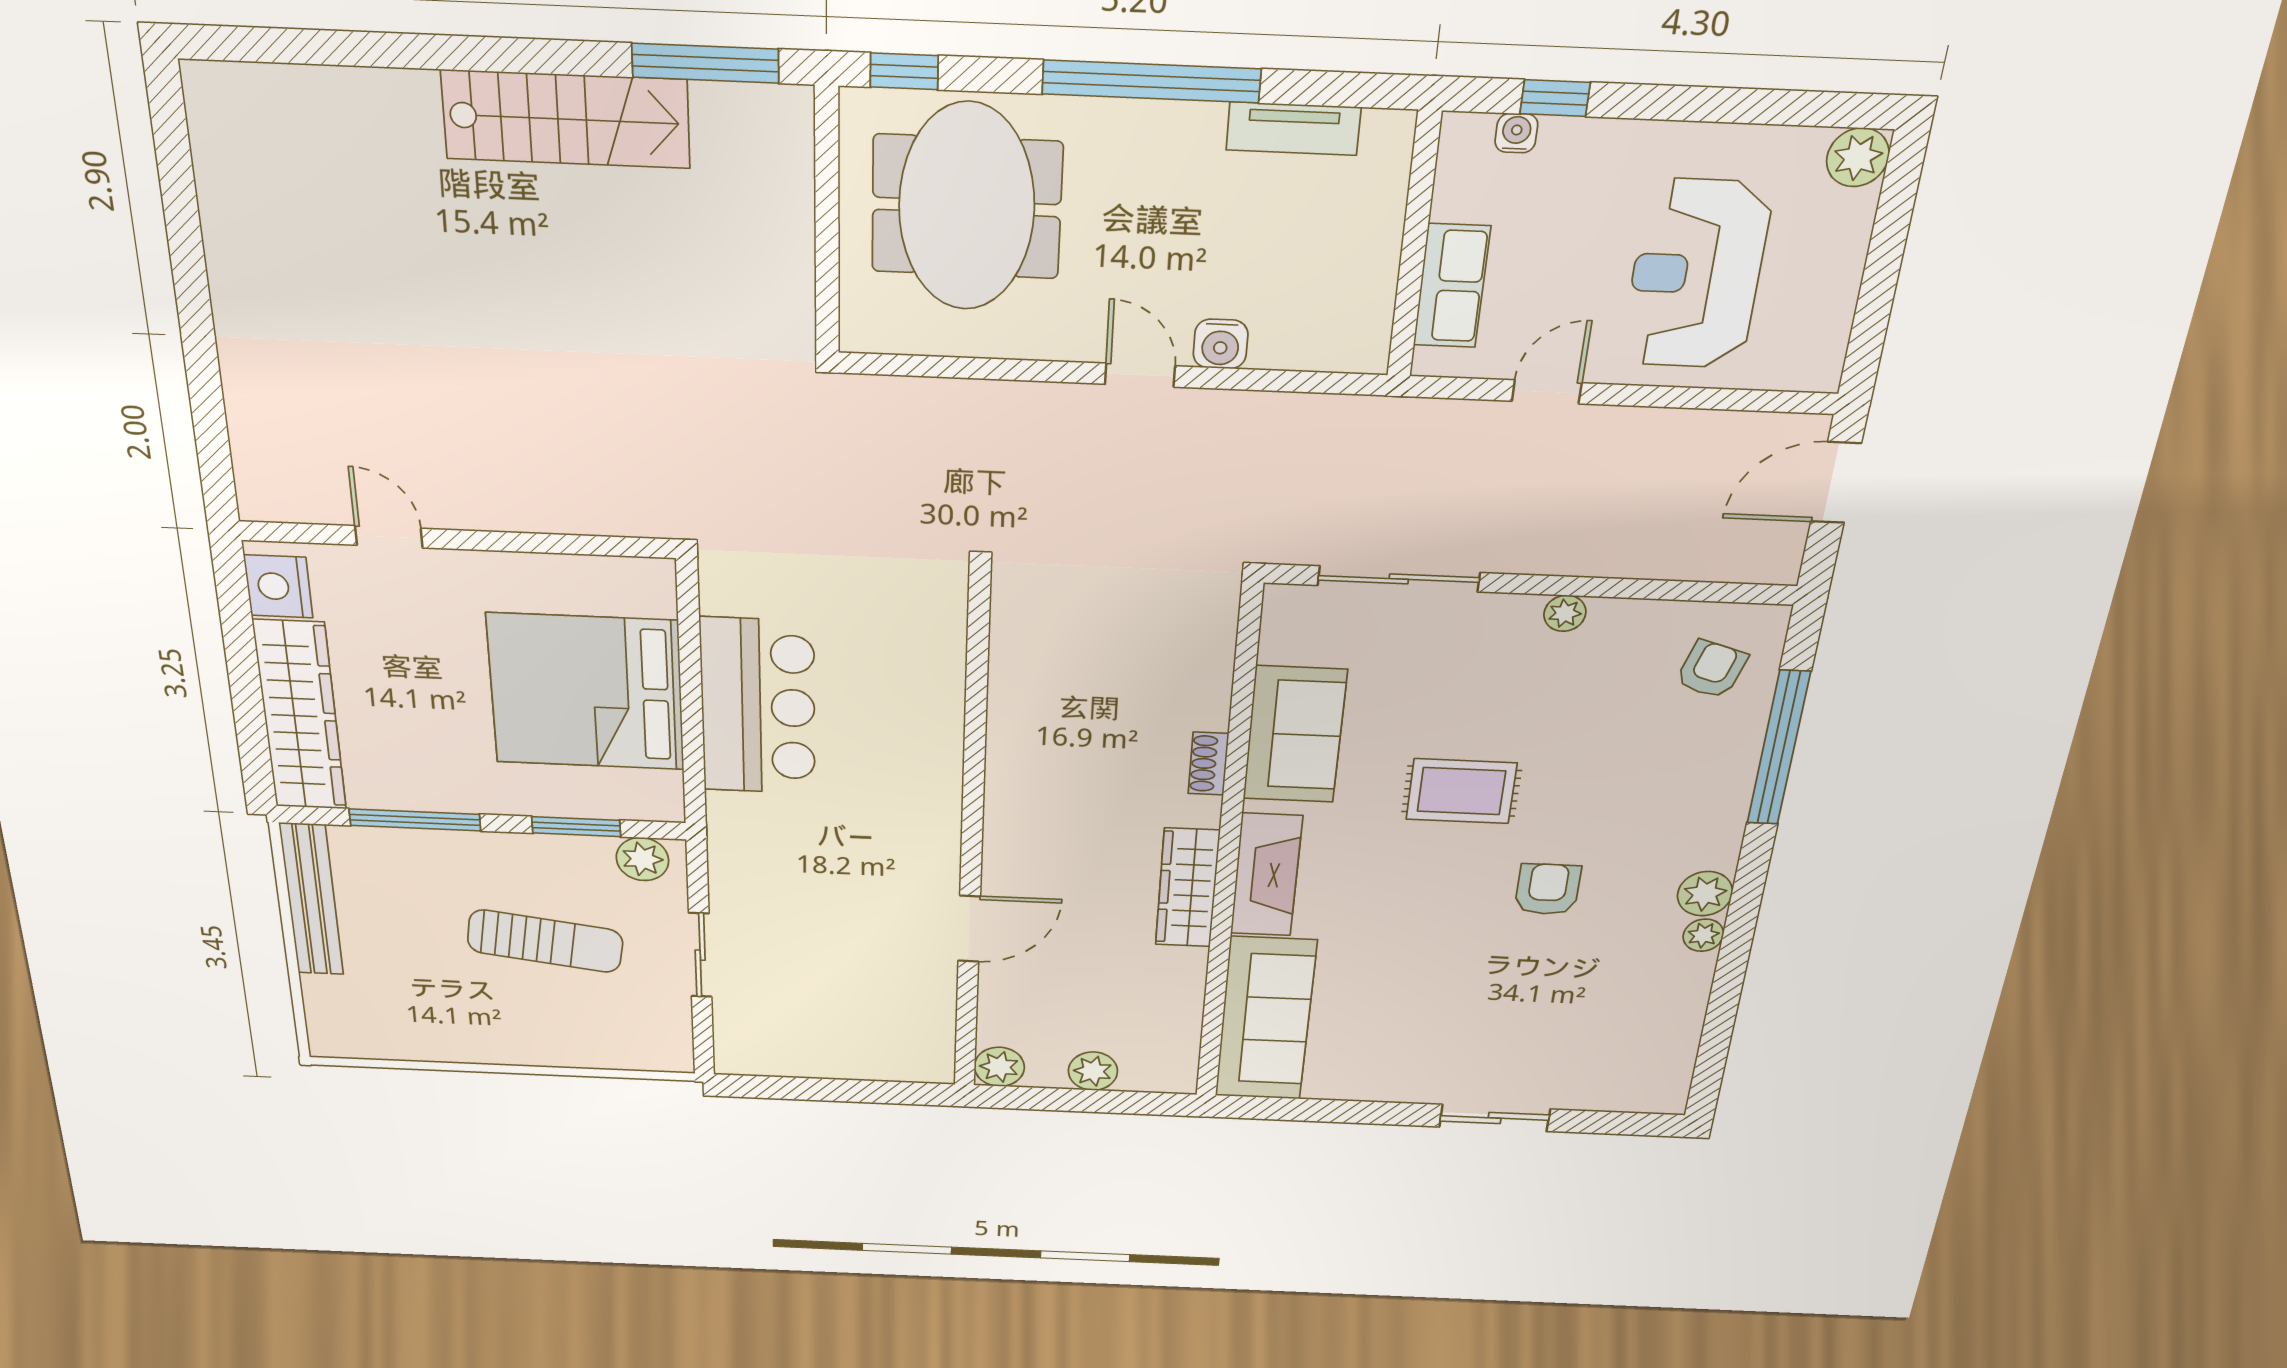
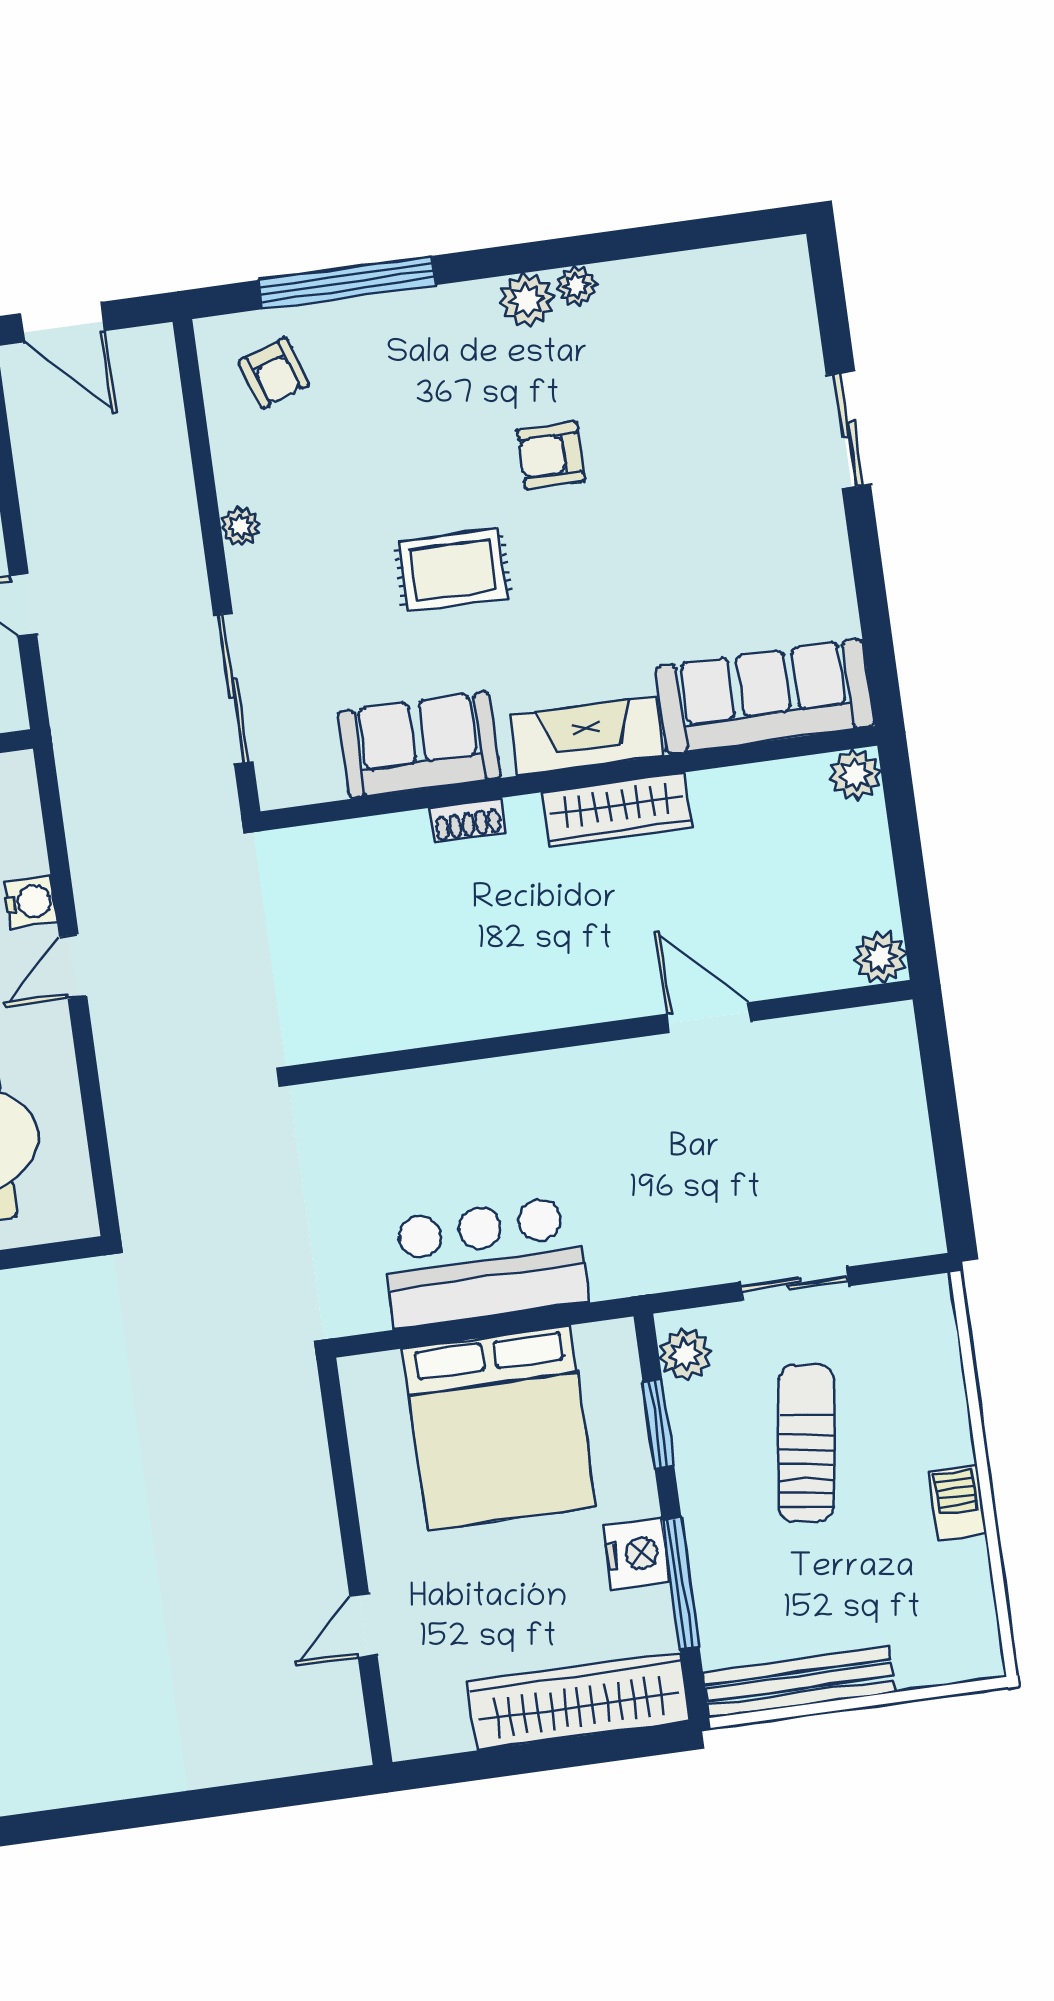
nightstand: (278, 586) -> (637, 1554), moved, turned -90
armchair: (1711, 669) -> (274, 373), turned -126
rug: (1461, 791) -> (453, 570), turned 90
barbecue: (477, 1046) -> (957, 1503), added
plant: (1093, 1071) -> (855, 775), moved

